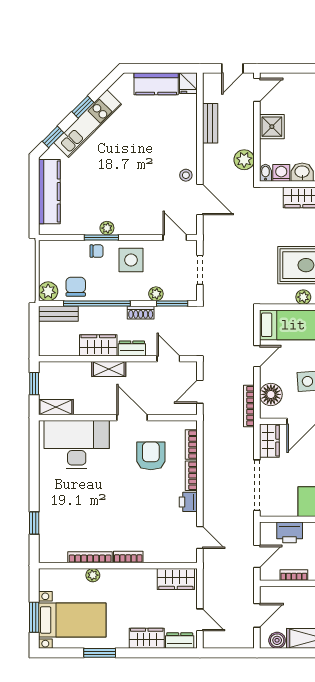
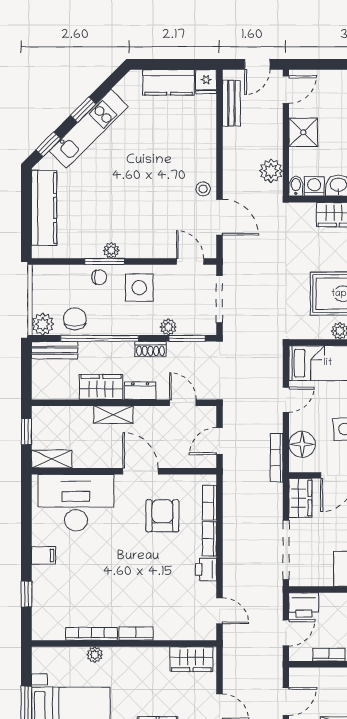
bench: (210, 123) -> (231, 103), moved
doorway: (200, 270) -> (219, 299), width x1.38
filing cabinet: (49, 490) -> (43, 555), added
printer: (290, 532) -> (304, 605), moved

